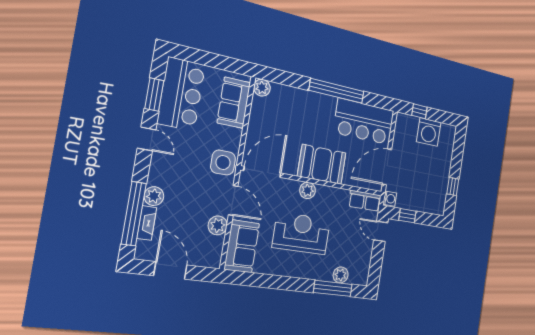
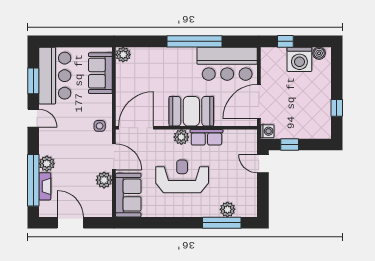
boiler: (446, 130) -> (319, 53), added
side table: (223, 163) -> (100, 126), width x0.54, depth x0.54
row of seats: (365, 201) -> (206, 137), moved

